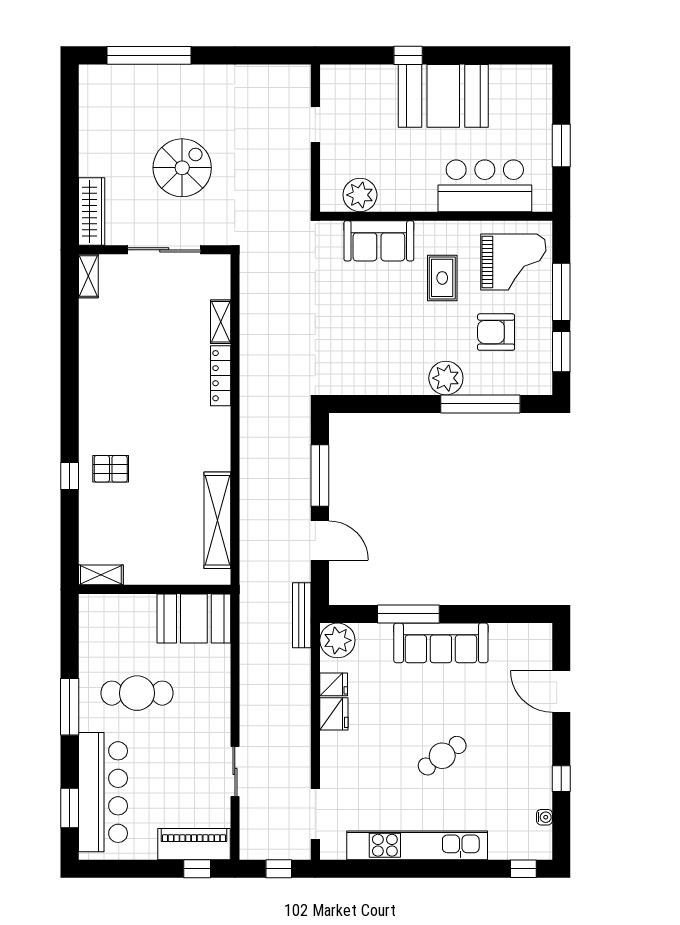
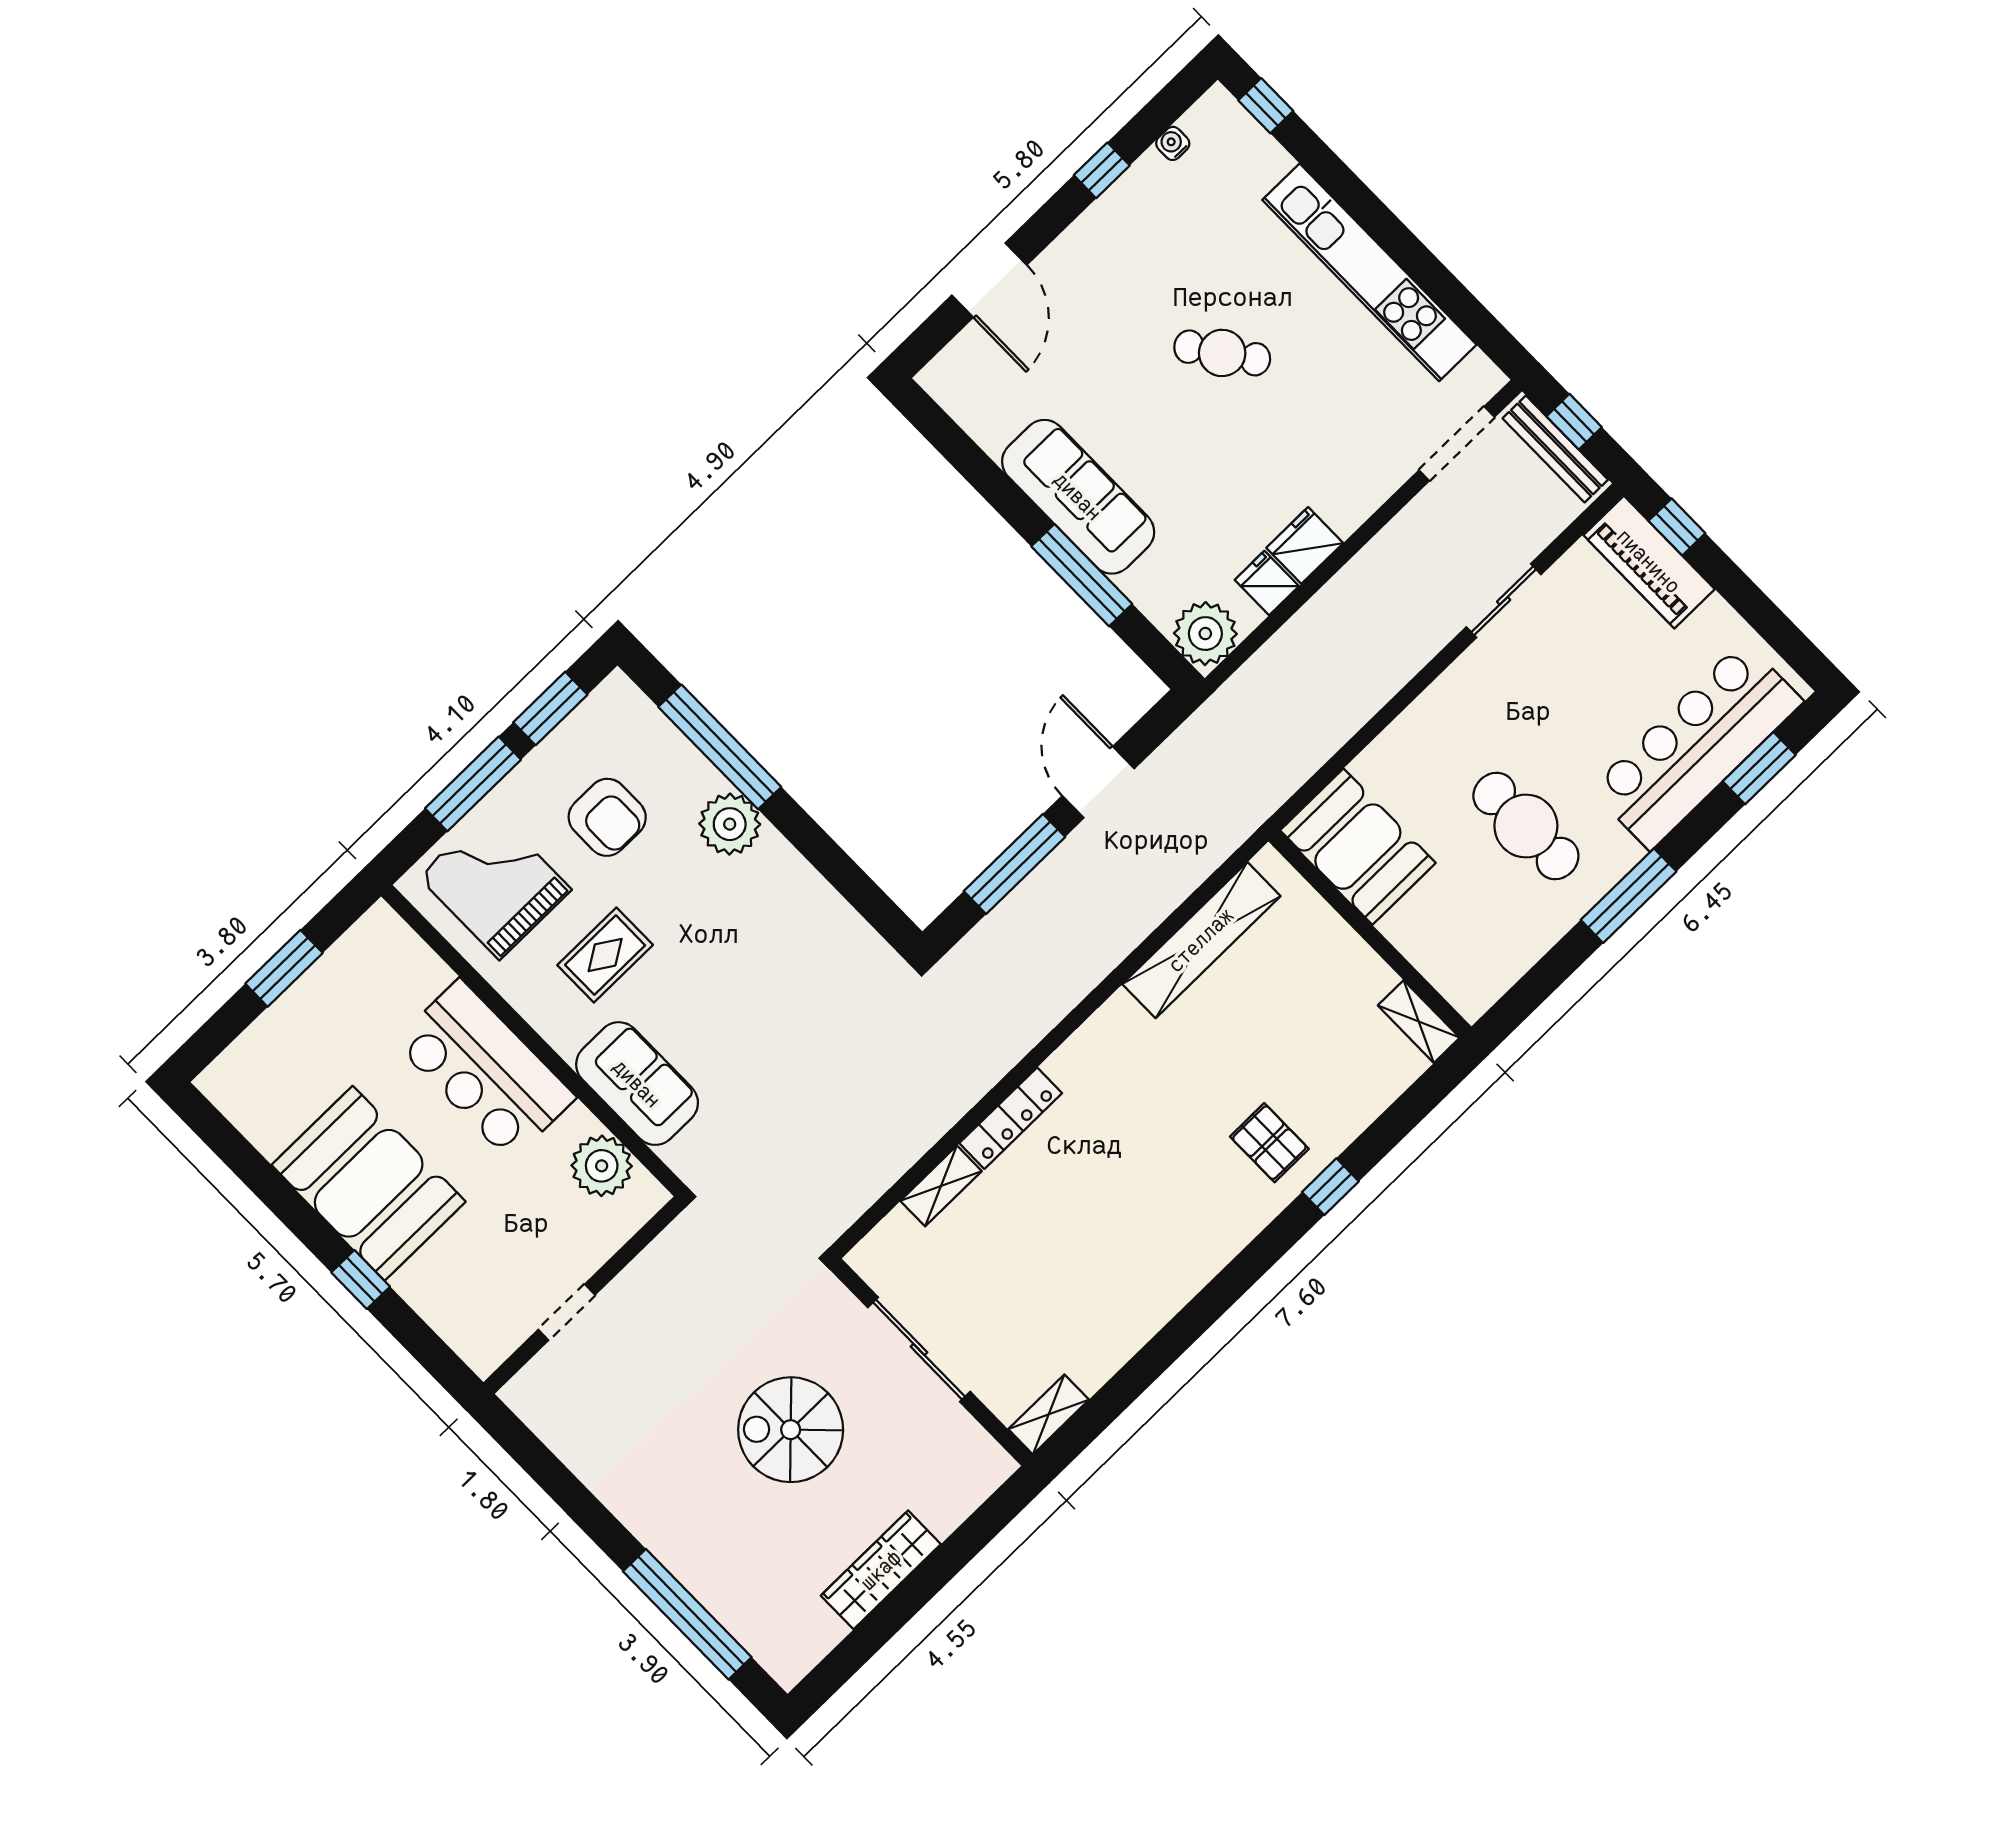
bar counter: (485, 186) -> (485, 1070), moved
wardrobe: (92, 211) -> (881, 1570), moved
bench: (302, 615) -> (1555, 449), moved, turned 90

